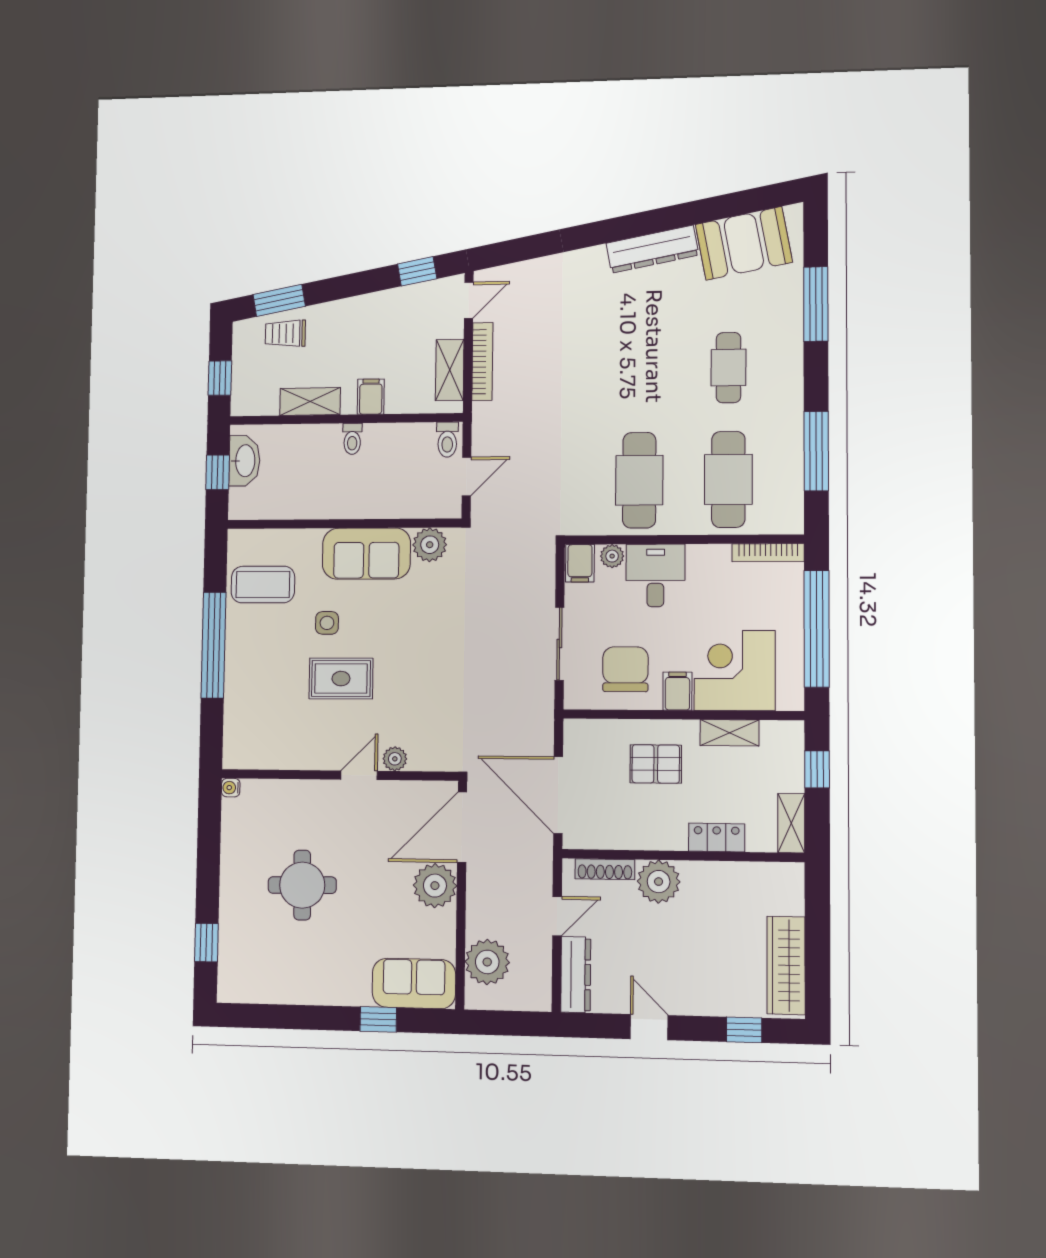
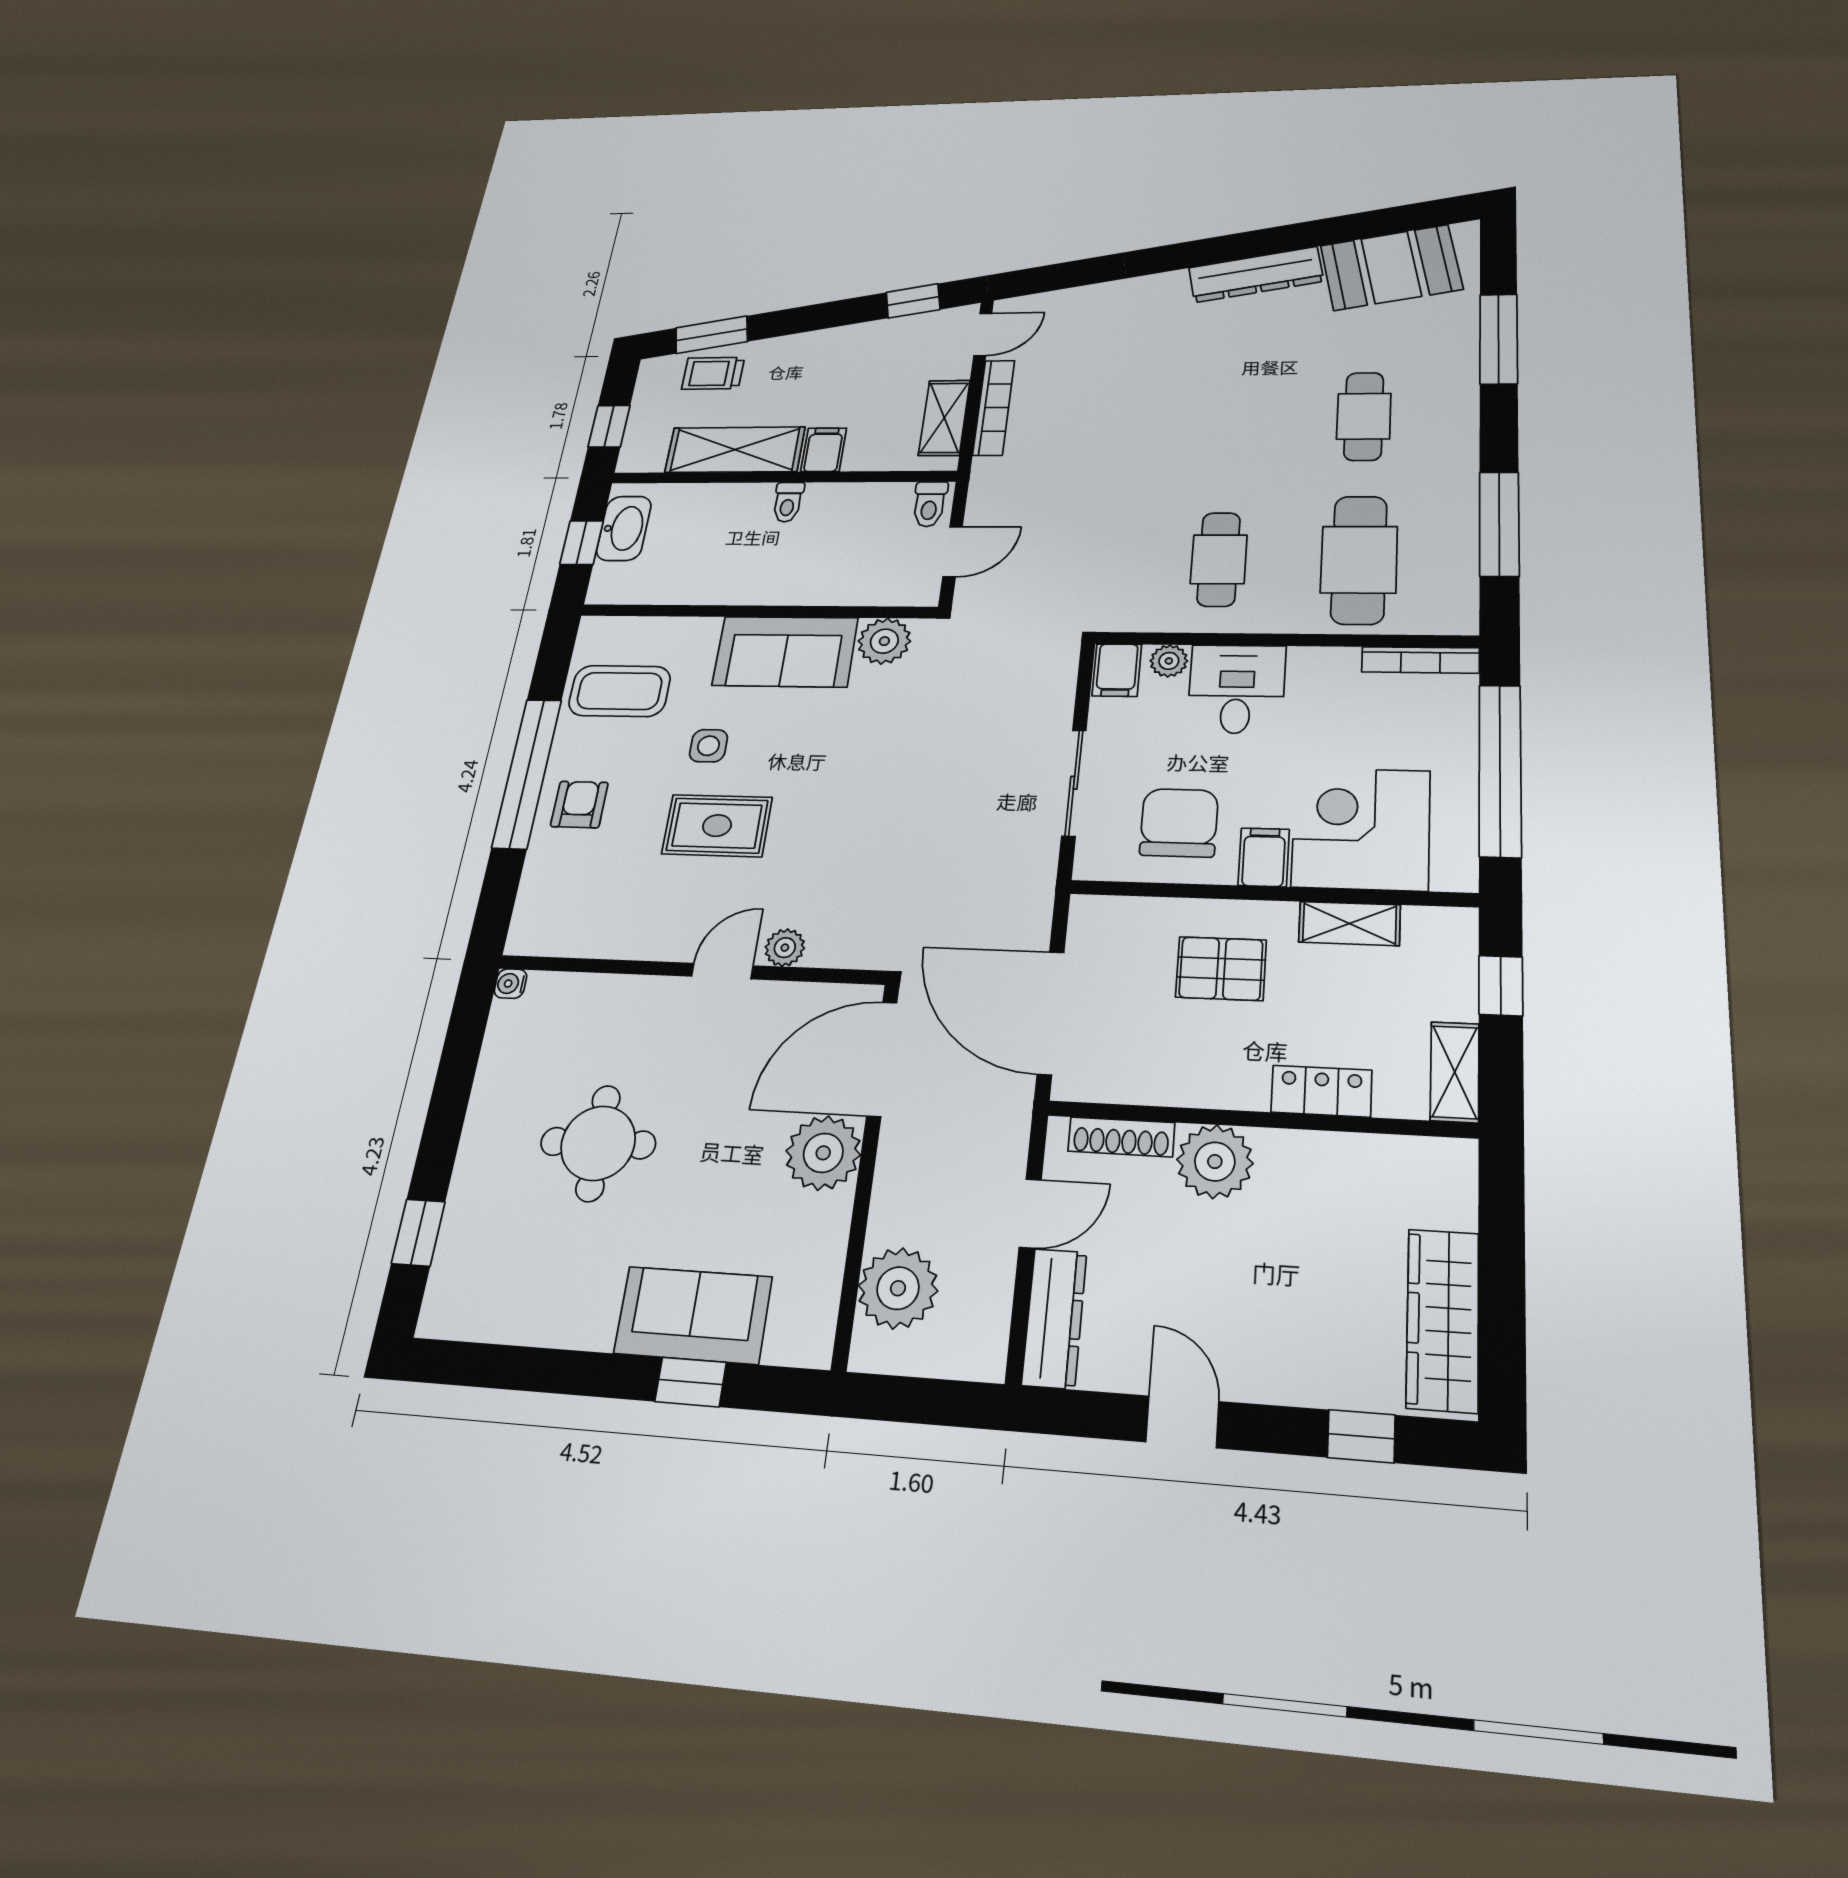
shelving: (310, 401) -> (735, 450), width x1.50, depth x1.33
cafe table: (639, 480) -> (1219, 559), width x0.73, depth x0.74
armchair: (251, 666) -> (579, 804), added
sofa: (414, 983) -> (693, 1315), moved

